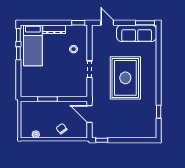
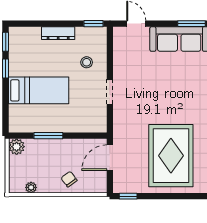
bed: (33, 45) -> (39, 90), moved, turned -90
rug: (125, 78) -> (171, 156), moved
plant: (26, 107) -> (17, 147), added
door: (89, 114) -> (110, 158), hinge flipped

